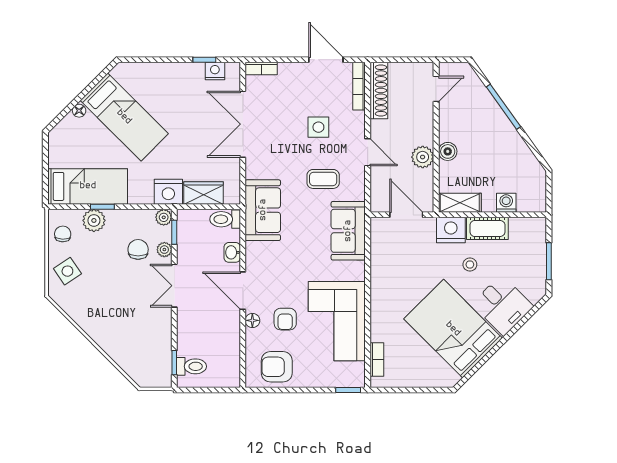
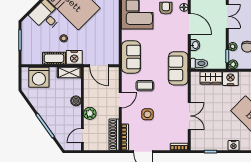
nightstand: (215, 71) -> (234, 145), moved
double door: (243, 124) -> (189, 116), width x0.73
door: (368, 152) -> (120, 100), swing flipped
plant: (423, 157) -> (90, 113), moved
washing machine: (506, 203) -> (39, 77), width x1.89, depth x1.89
double door: (174, 286) -> (227, 16), moved

